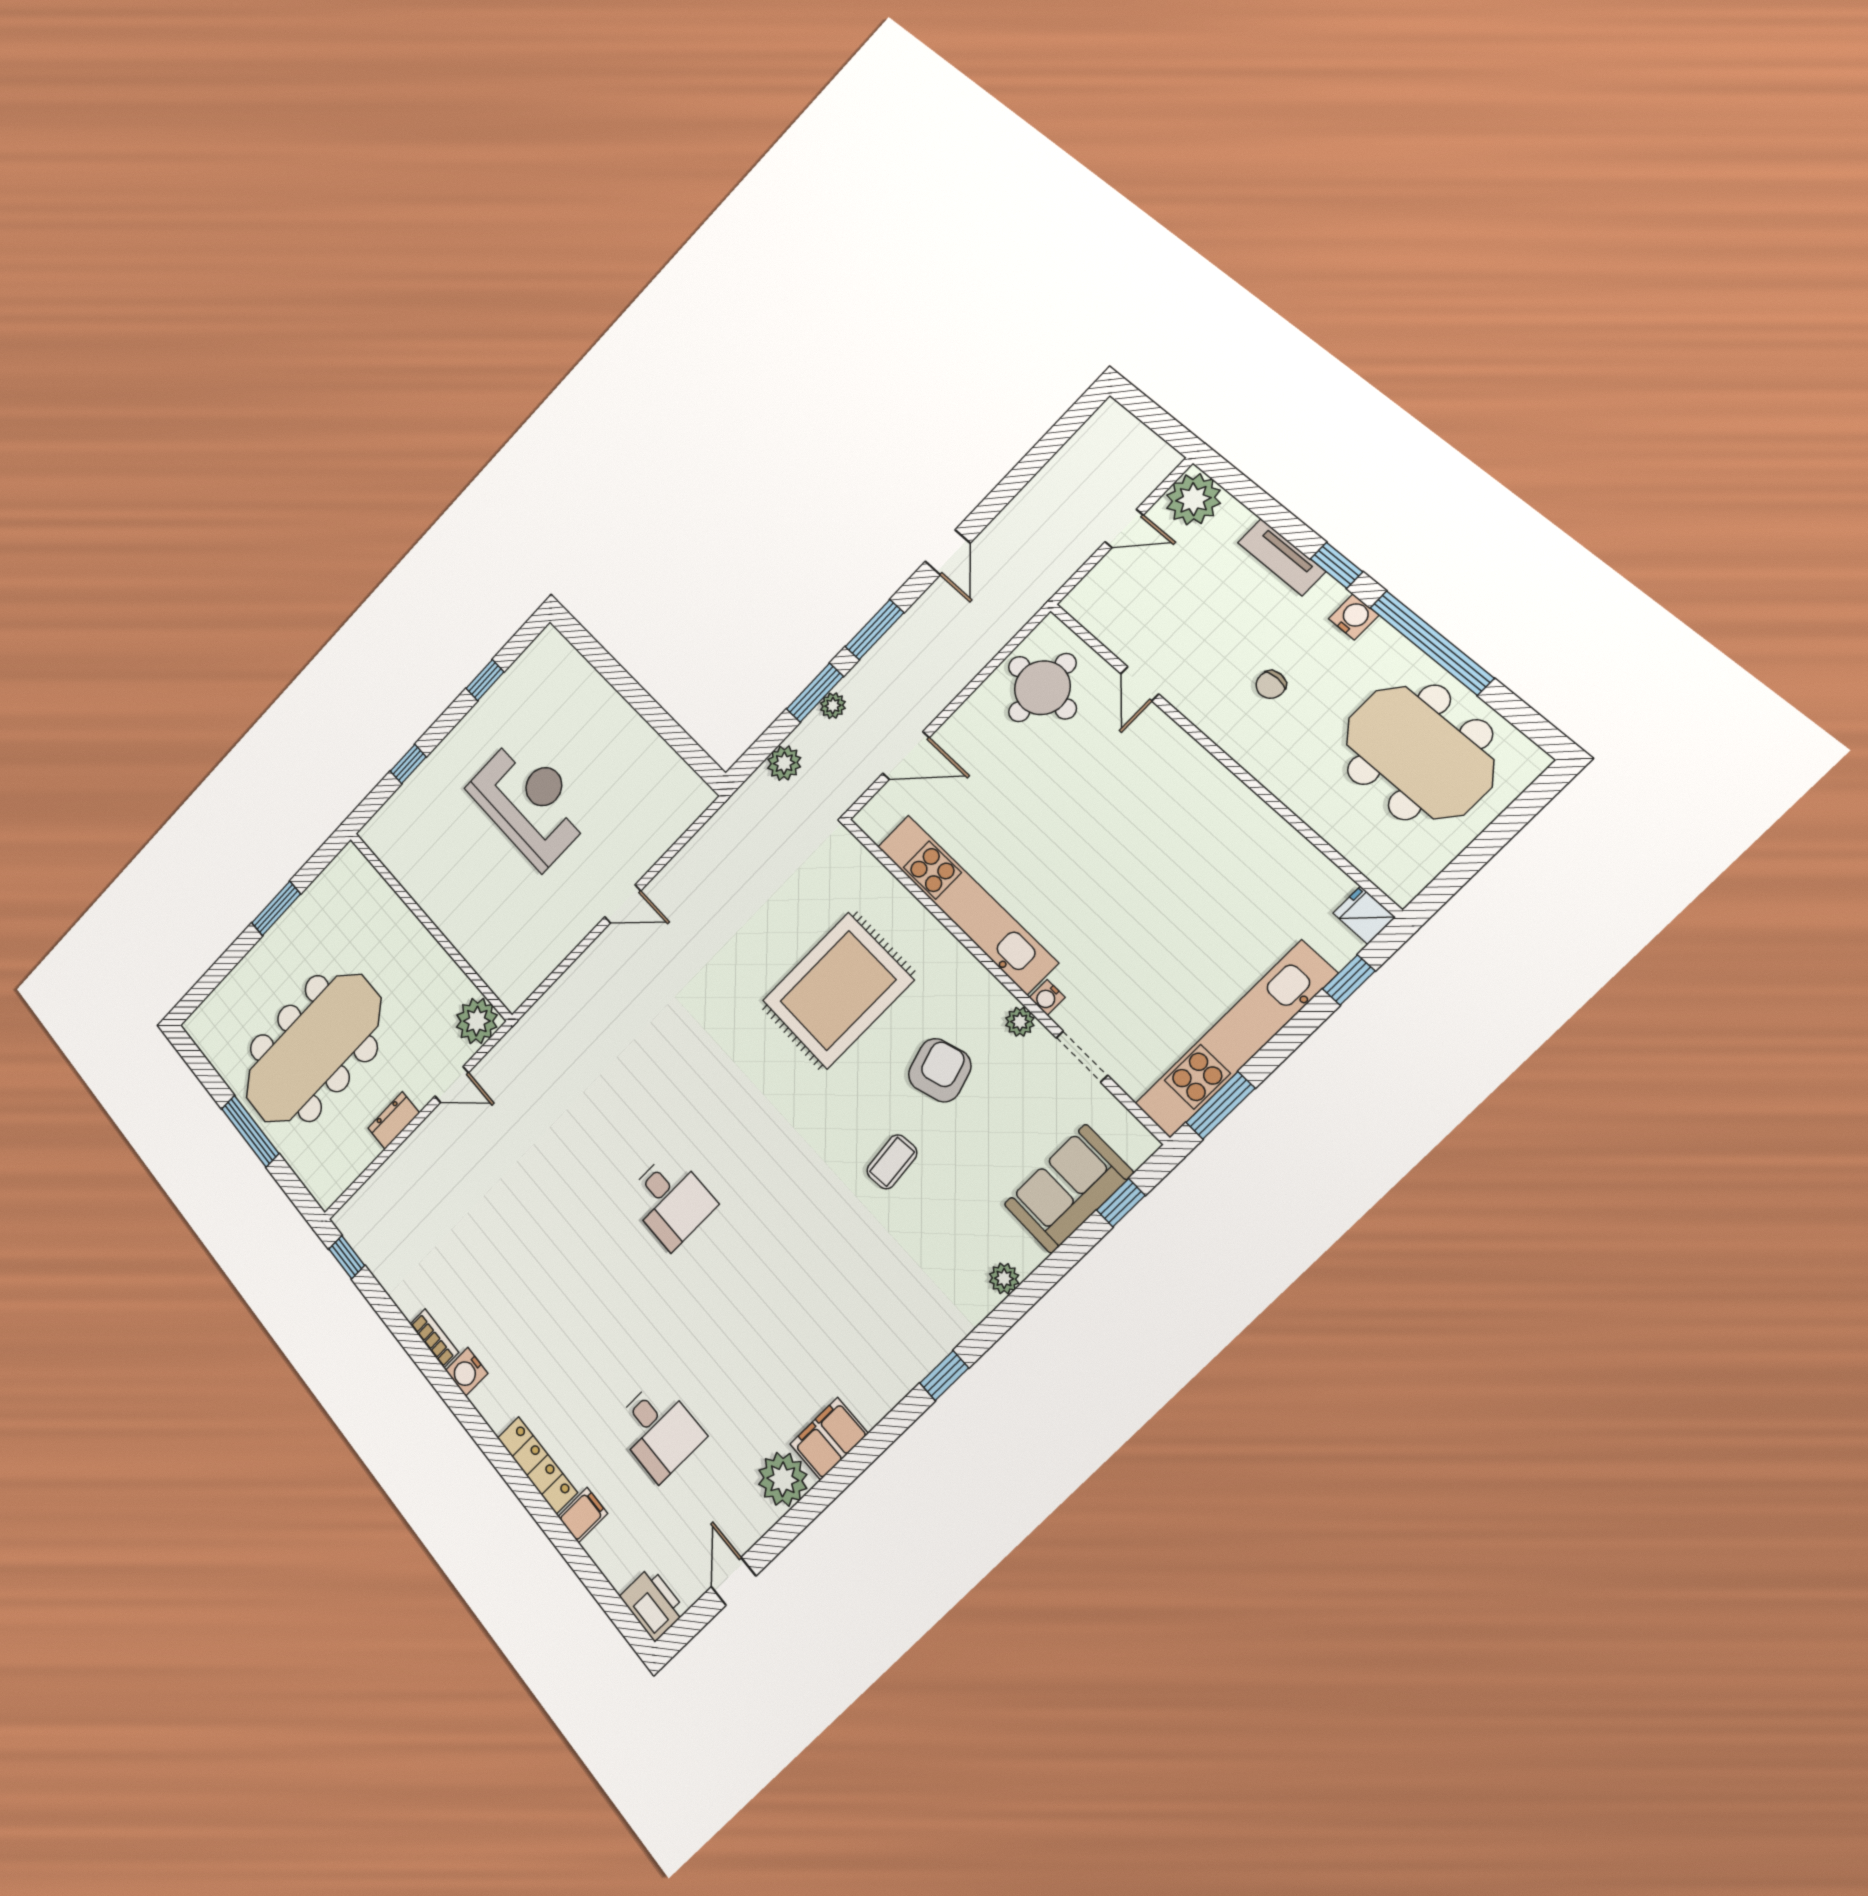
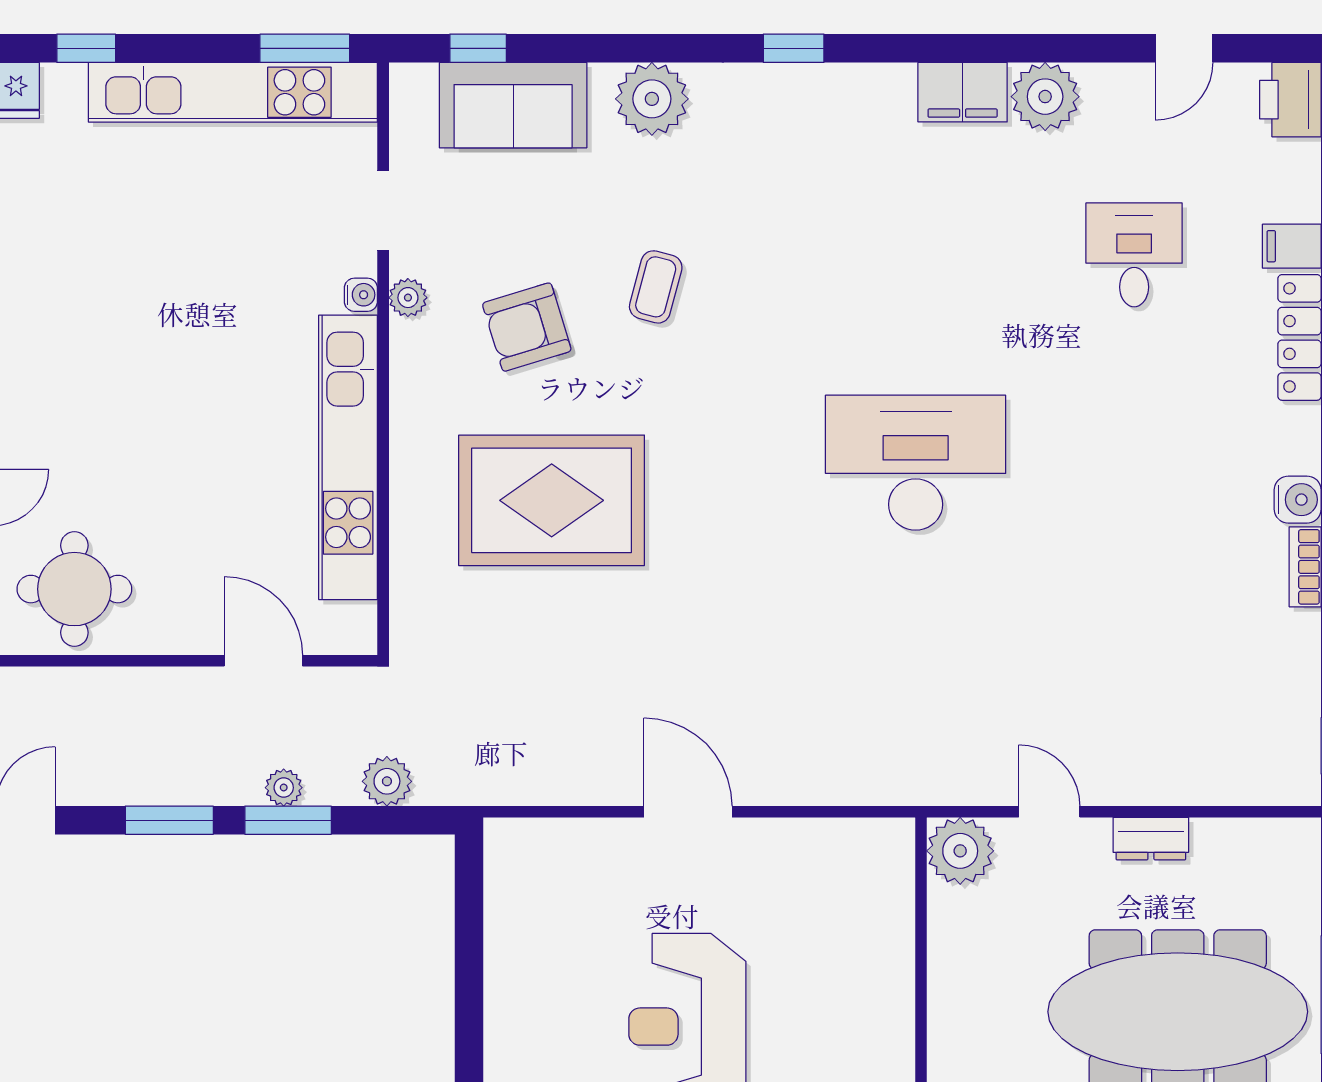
door: (623, 904) -> (688, 812), width x1.38
coffee table: (892, 1162) -> (656, 287), turned -69
desk: (671, 1200) -> (916, 463), width x1.87, depth x1.30
plant: (1004, 1279) -> (652, 99), width x1.87, depth x1.87

